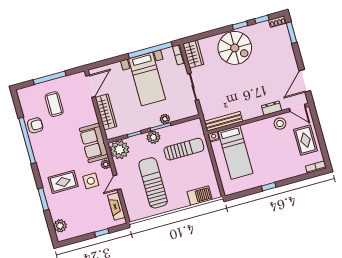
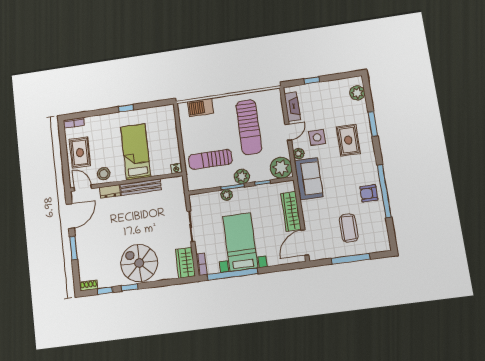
window: (291, 33) -> (73, 248), moved
bench: (223, 121) -> (141, 187), moved
armchair: (35, 125) -> (369, 193), moved
bed: (235, 152) -> (136, 152), moved
rug: (63, 182) -> (348, 140), turned 90

